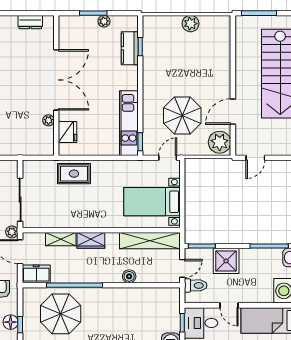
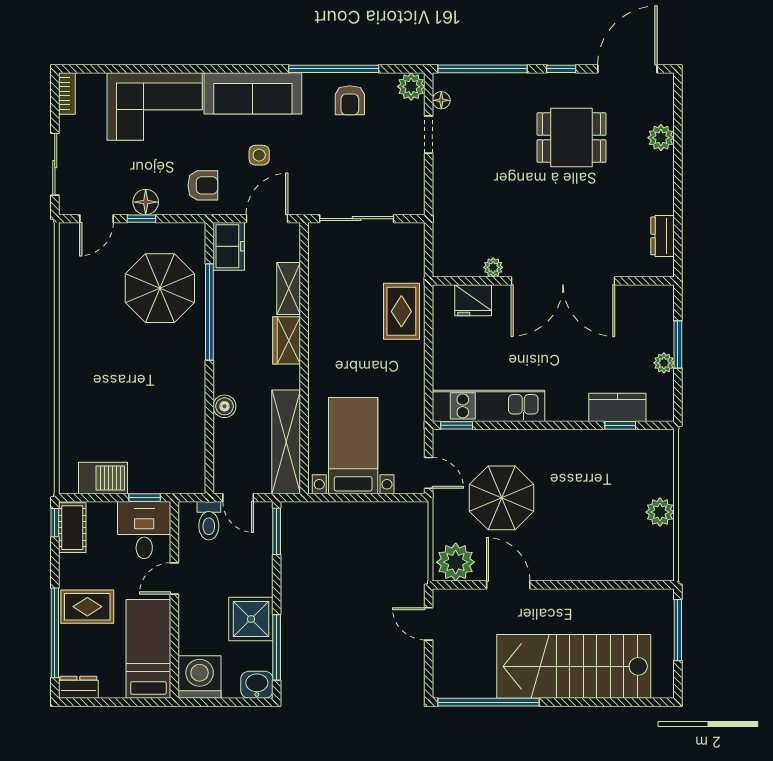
plant: (12, 232) -> (301, 204), removed
shower: (226, 261) -> (251, 619), moved

